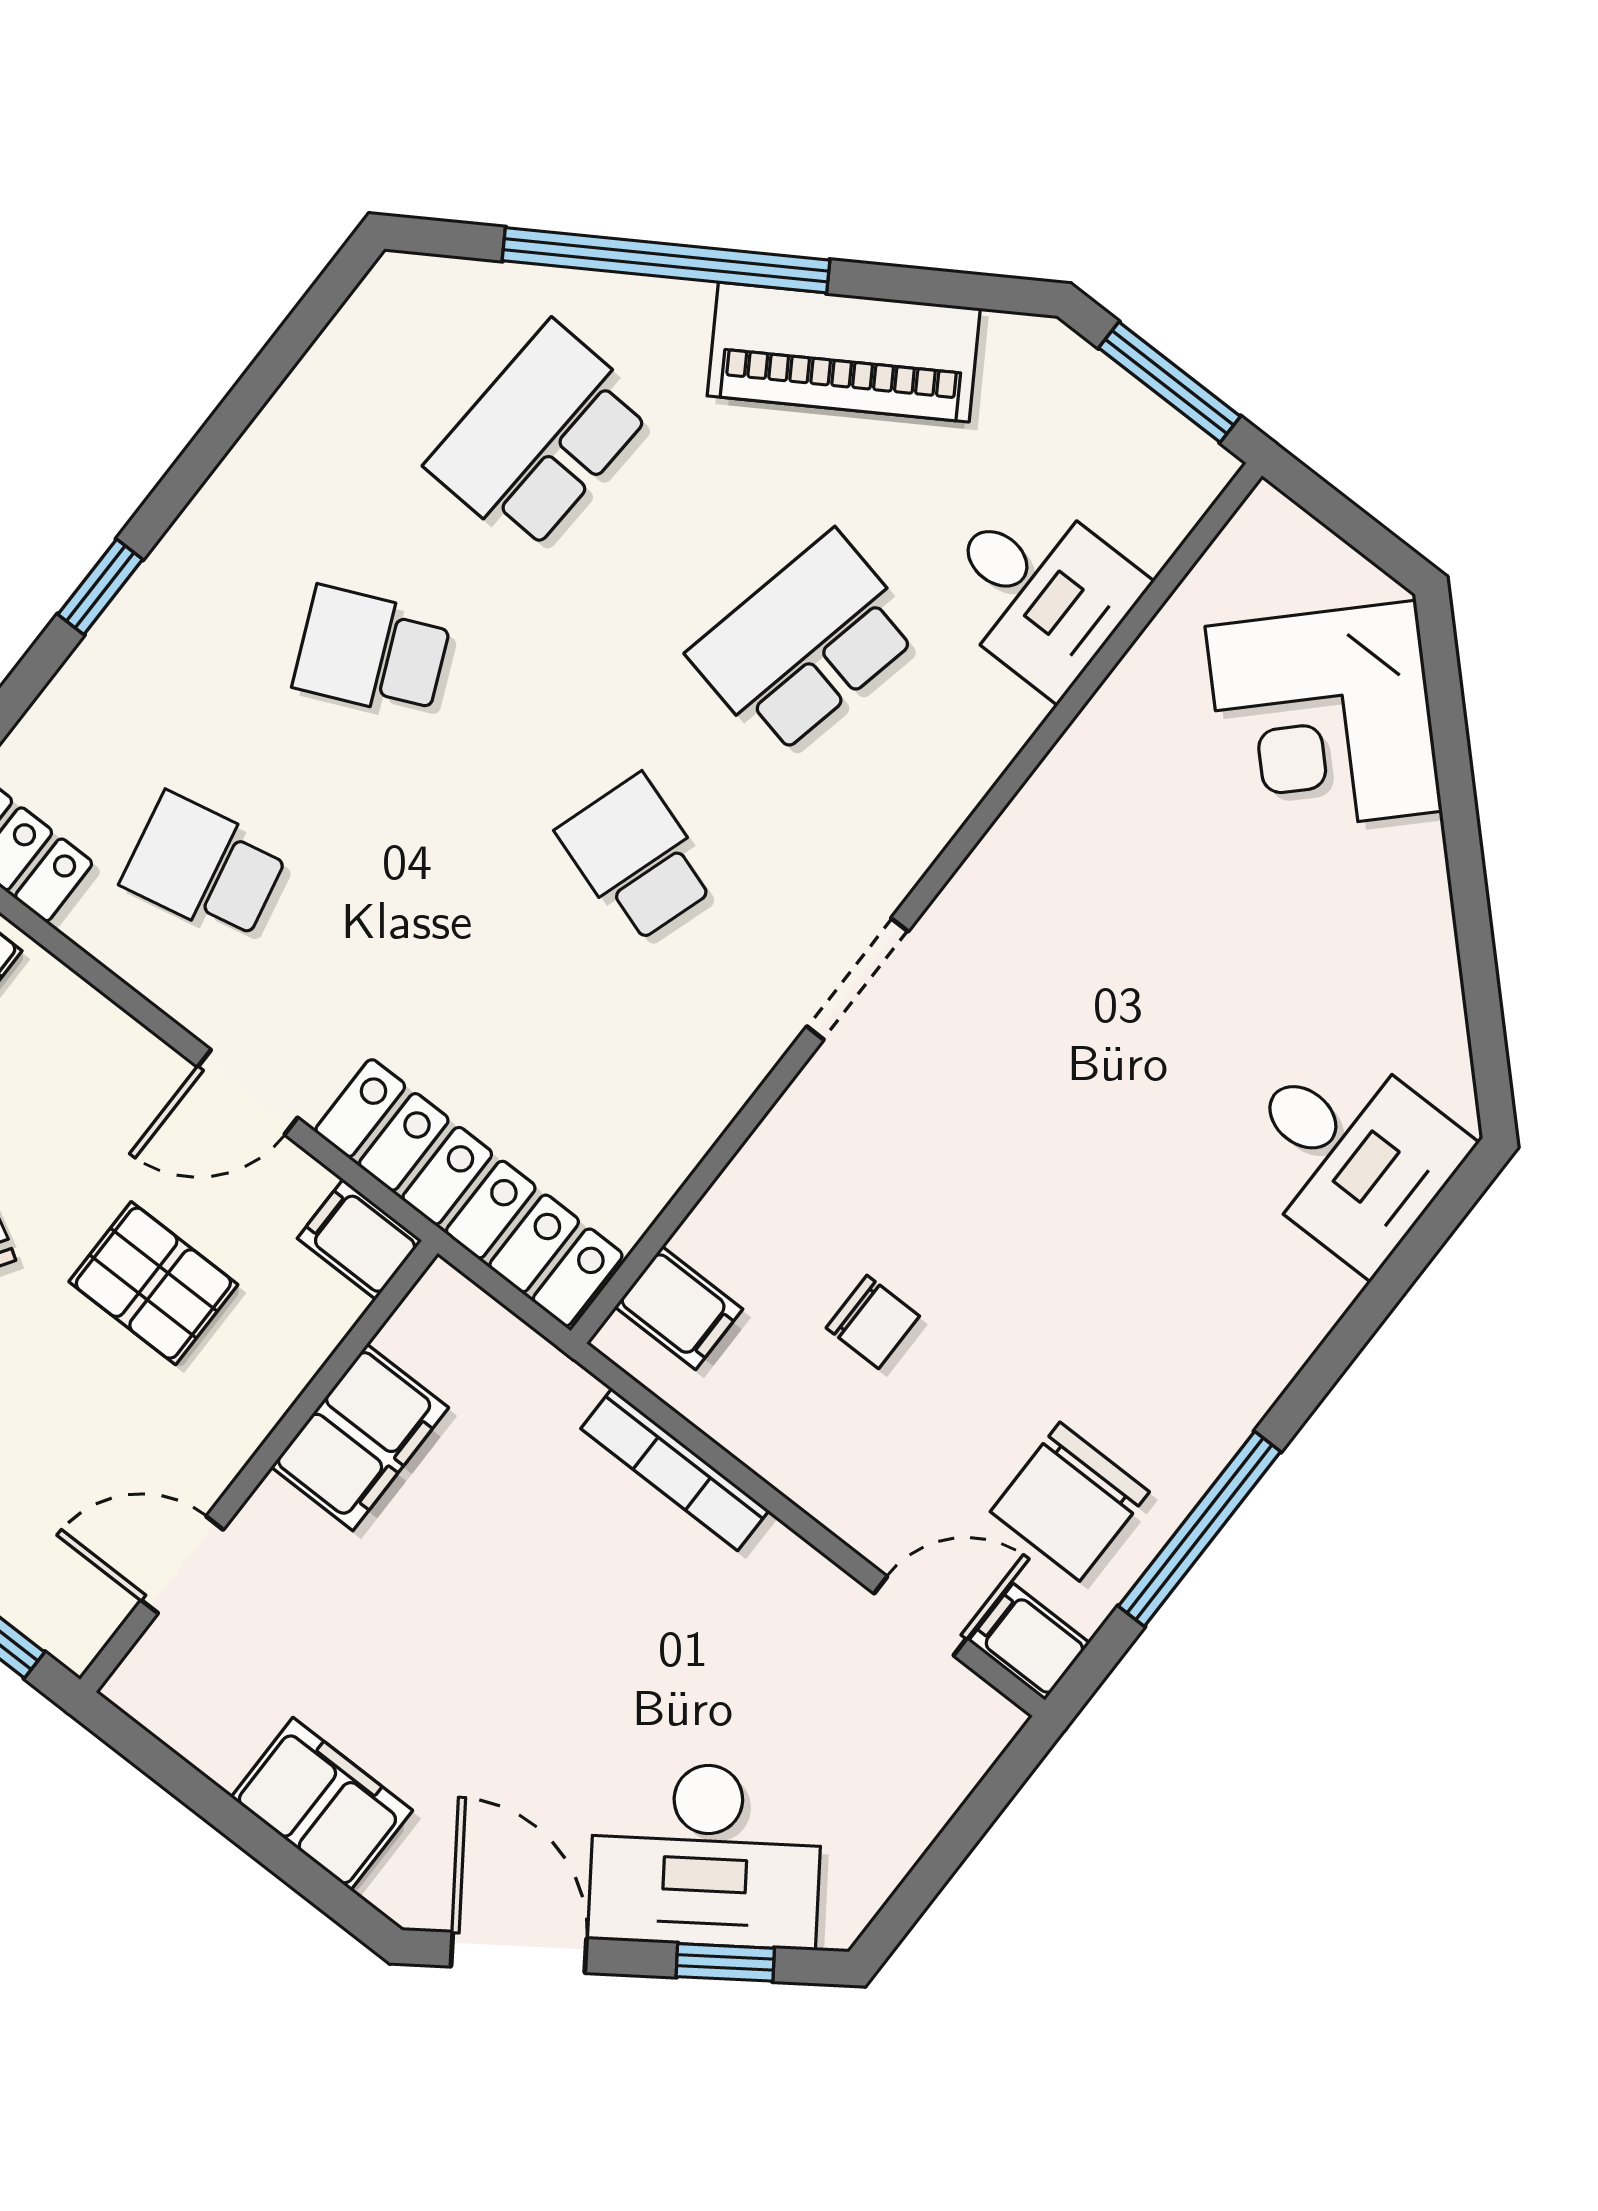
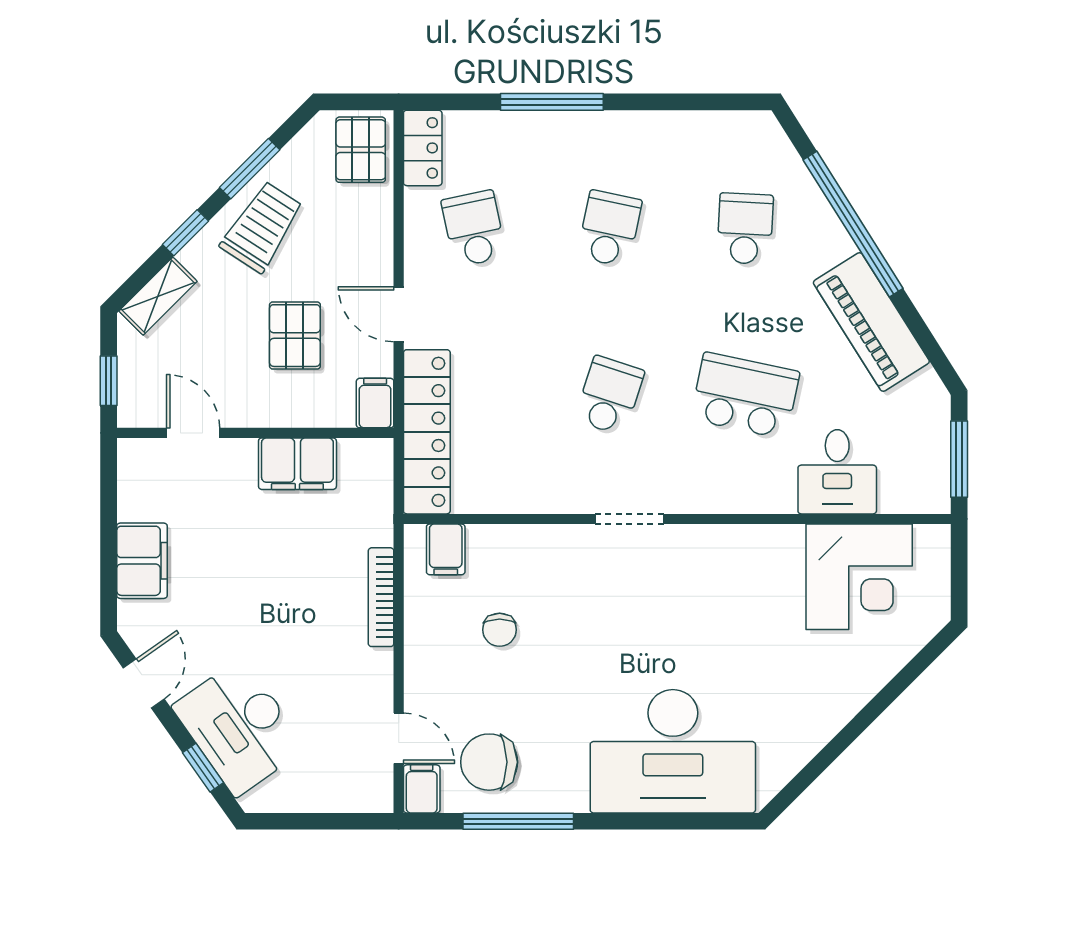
school desk: (540, 437) -> (745, 229), width x0.54
window: (100, 587) -> (552, 102), width x2.17
school desk: (372, 652) -> (609, 229), turned 36
corner desk: (1324, 719) -> (859, 577), moved, turned -135
desk: (1350, 1154) -> (673, 751), width x1.87, depth x1.30
door: (519, 1952) -> (144, 683), width x0.73

